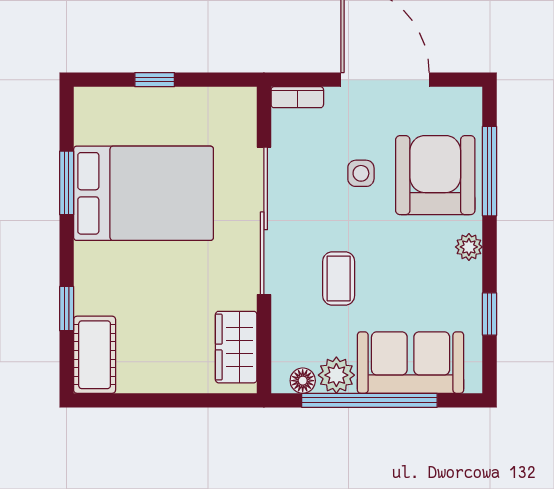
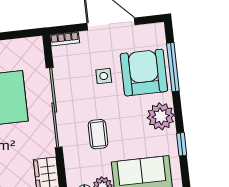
plant: (469, 247) -> (161, 116), width x1.87, depth x1.87

